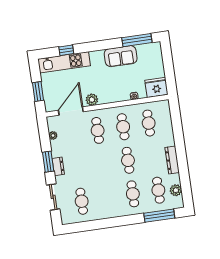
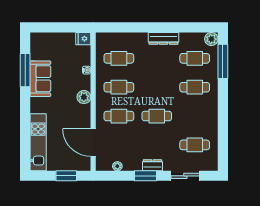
window: (137, 40) -> (25, 70), moved
window: (66, 50) -> (25, 138), removed
fridge: (156, 87) -> (83, 39), width x0.53, depth x0.75
plant: (92, 100) -> (84, 97), moved
cafe table: (128, 160) -> (157, 116), moved
plant: (176, 190) -> (211, 39), moved

